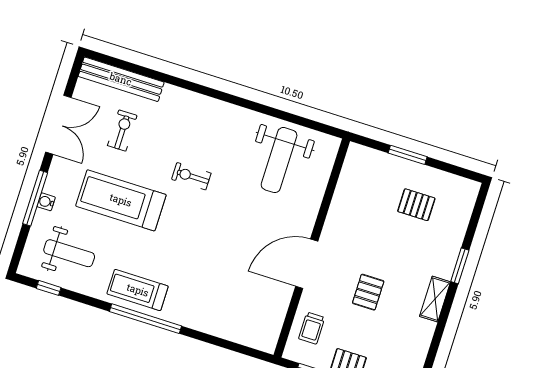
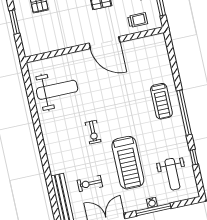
weight bench: (69, 253) -> (172, 174), turned 180
window: (49, 288) -> (194, 157), moved
treadmill: (138, 290) -> (161, 101), moved

